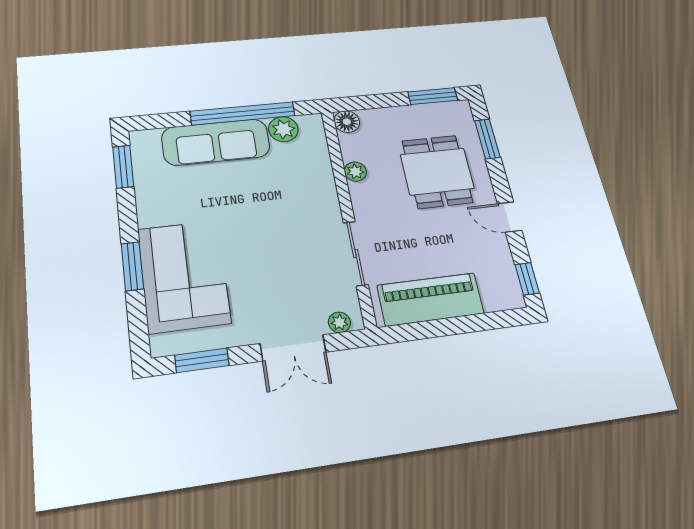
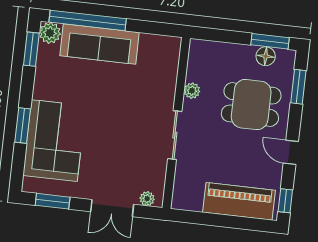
window: (243, 113) -> (88, 20), moved
floor lamp: (347, 122) -> (266, 56), moved
plant: (283, 129) -> (50, 33), moved
dining table: (437, 172) -> (251, 105), turned 90
sliding door: (356, 253) -> (175, 135), moved
piano: (430, 299) -> (239, 201), moved

